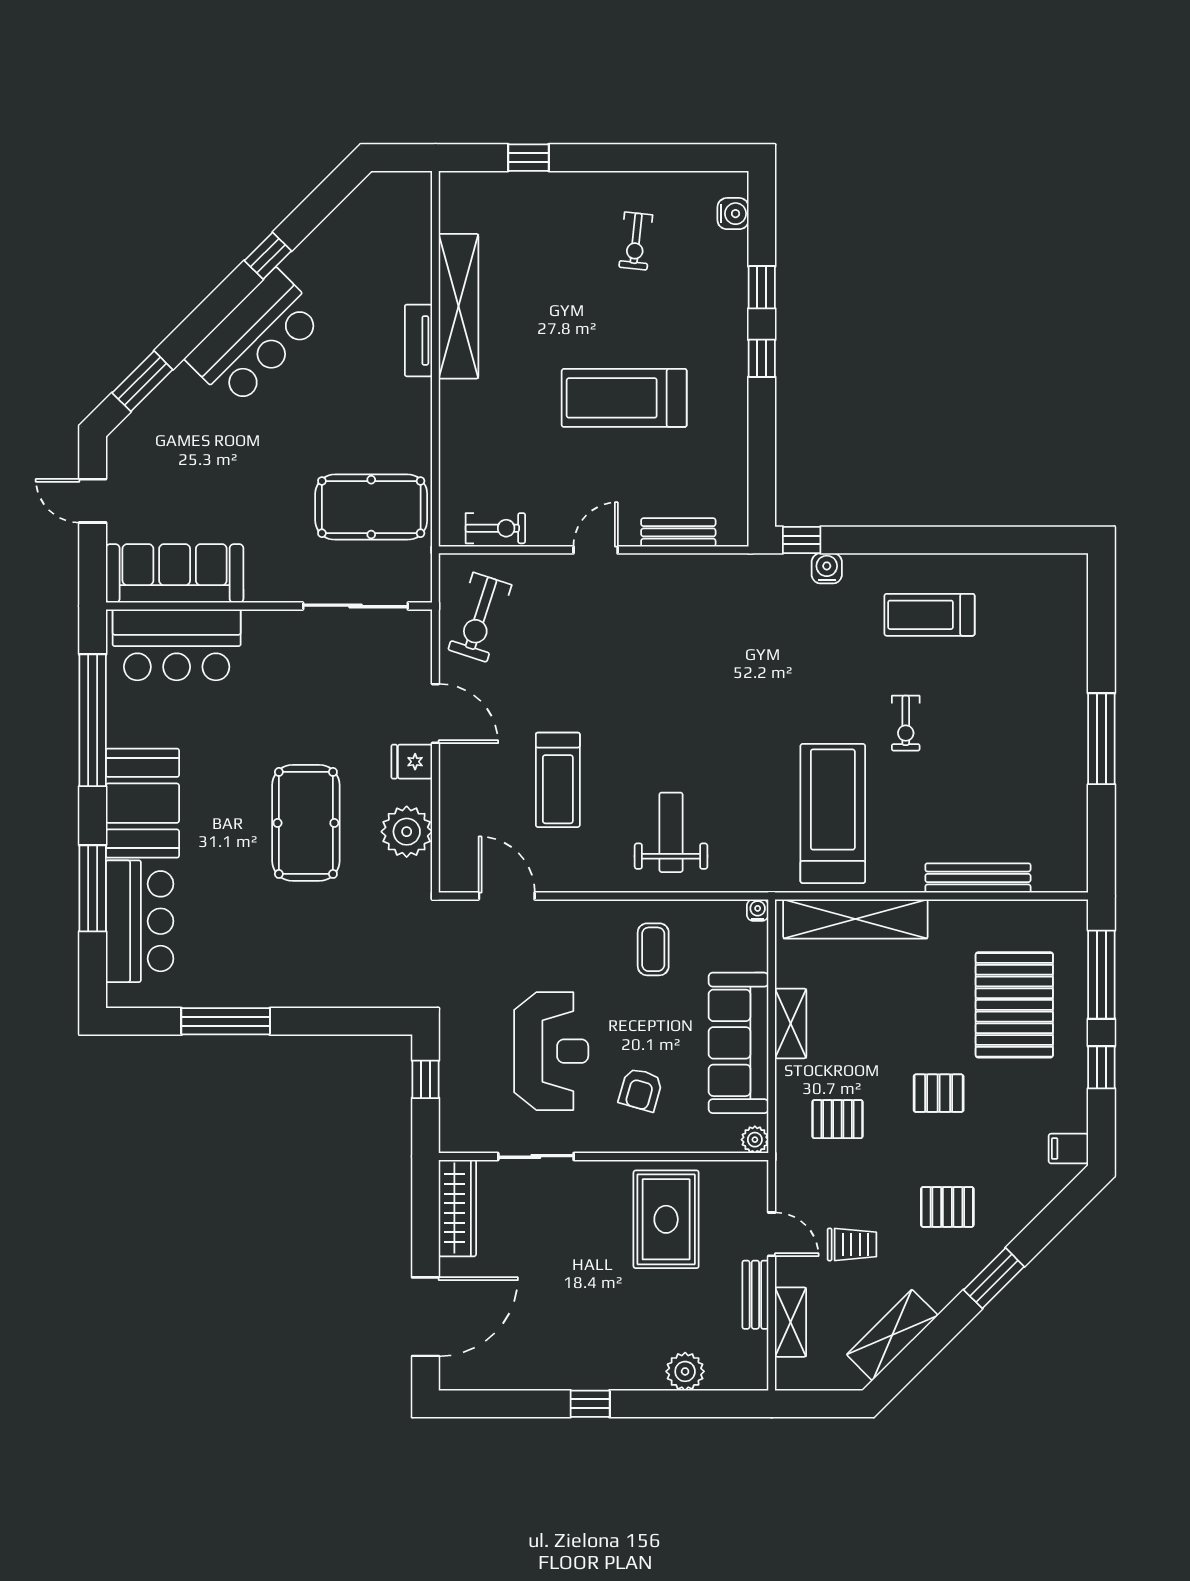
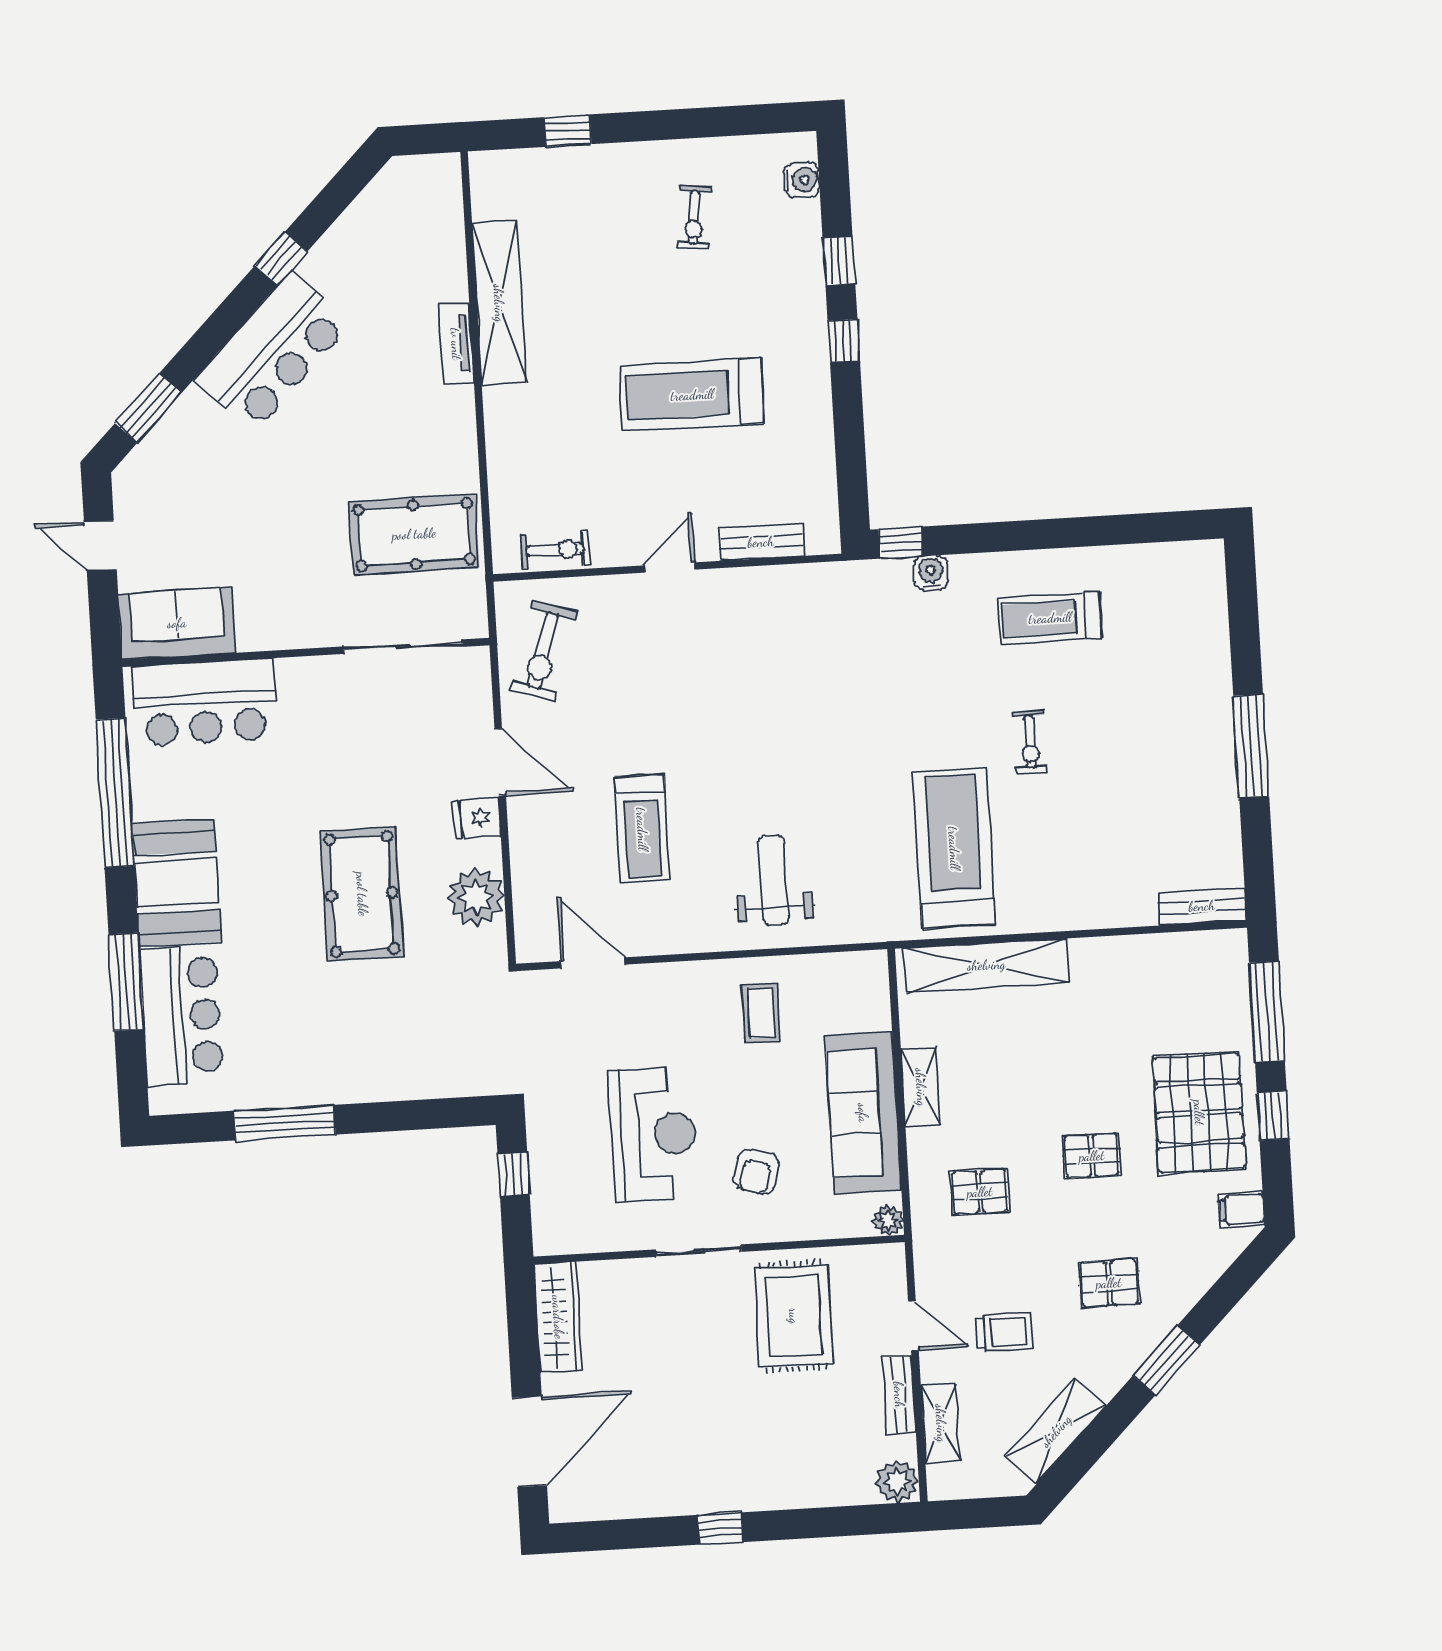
sofa: (175, 573) -> (177, 623), width x0.73
bench: (978, 878) -> (1202, 906), moved, width x0.73
water cooler: (758, 910) -> (876, 962), removed
pallet: (1014, 1005) -> (1199, 1113), moved
sliding door: (536, 1156) -> (699, 1251), moved
plant: (685, 1371) -> (897, 1482), moved

